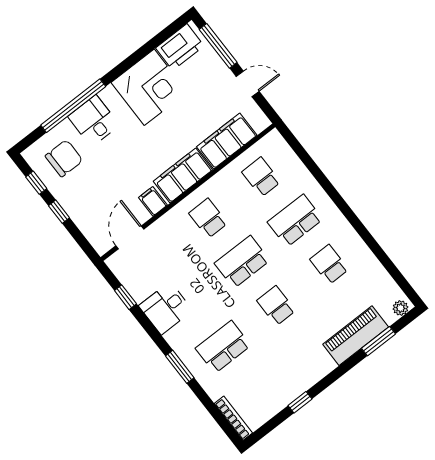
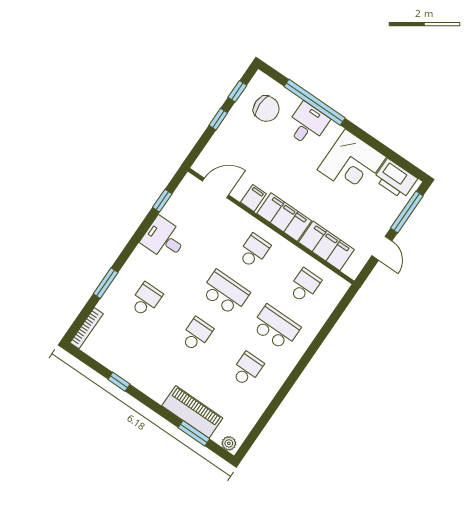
school desk: (223, 347) -> (146, 300), width x0.54
window: (180, 367) -> (106, 283), moved

